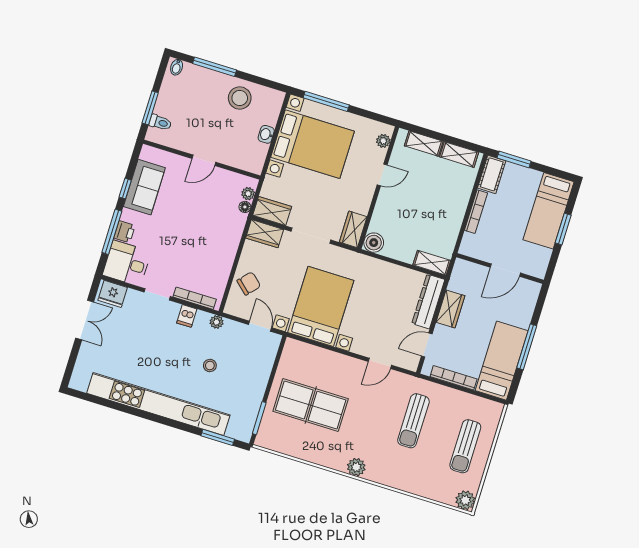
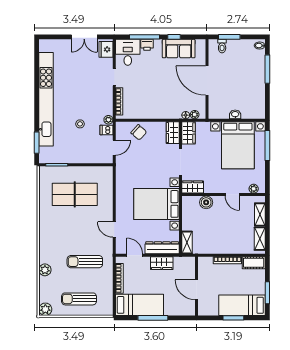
stool: (240, 98) -> (253, 91), removed
window: (514, 159) -> (267, 293), moved
door: (204, 160) -> (207, 81), width x1.88
boiler: (374, 243) -> (206, 202), moved
bed with nightstands: (321, 306) -> (157, 204), moved, turned 180
dishwasher: (187, 316) -> (106, 130), moved
table tennis table: (311, 405) -> (75, 194), turned 90
plant: (356, 467) -> (45, 270), moved

